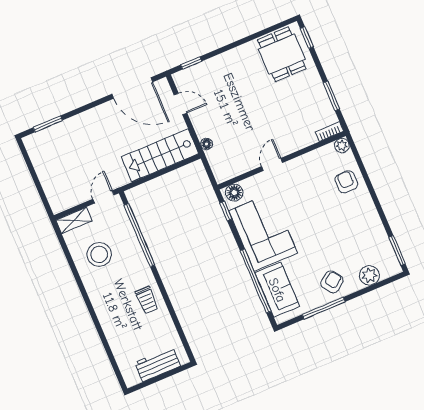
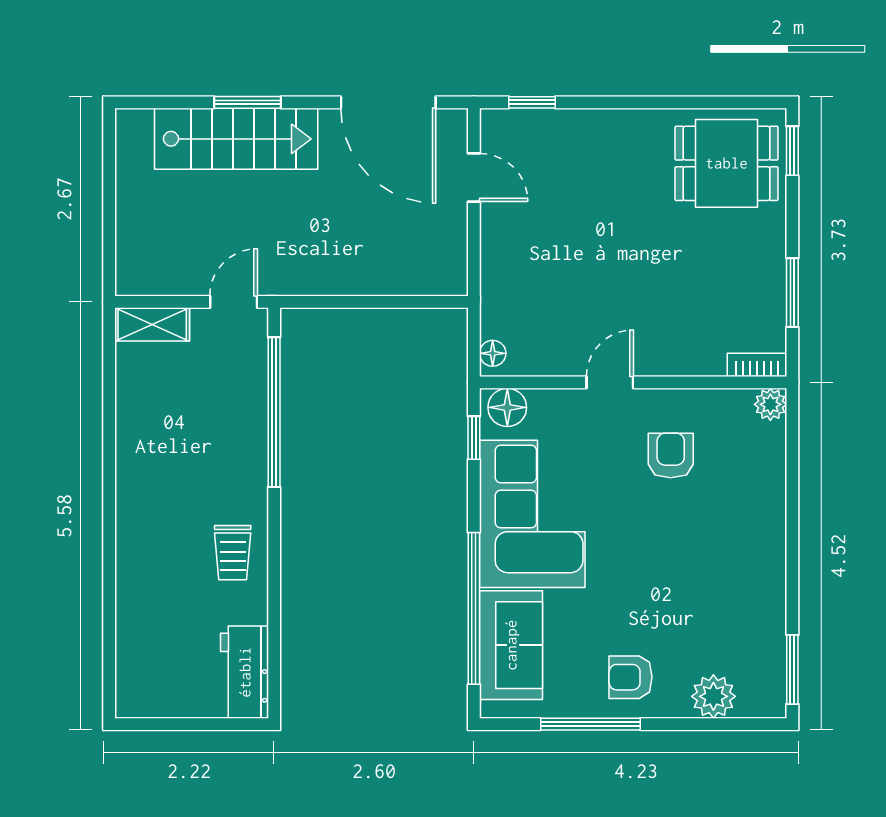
dining table: (282, 54) -> (727, 163), turned 90
window: (48, 124) -> (248, 102), moved
floor lamp: (207, 144) -> (493, 353), moved
stairs: (160, 155) -> (236, 139), moved, turned 180
armchair: (346, 182) -> (671, 455), moved
stool: (99, 254) -> (174, 417), removed
armchair: (332, 282) -> (631, 677), turned -144
workbench: (157, 364) -> (245, 672), moved, turned -90

